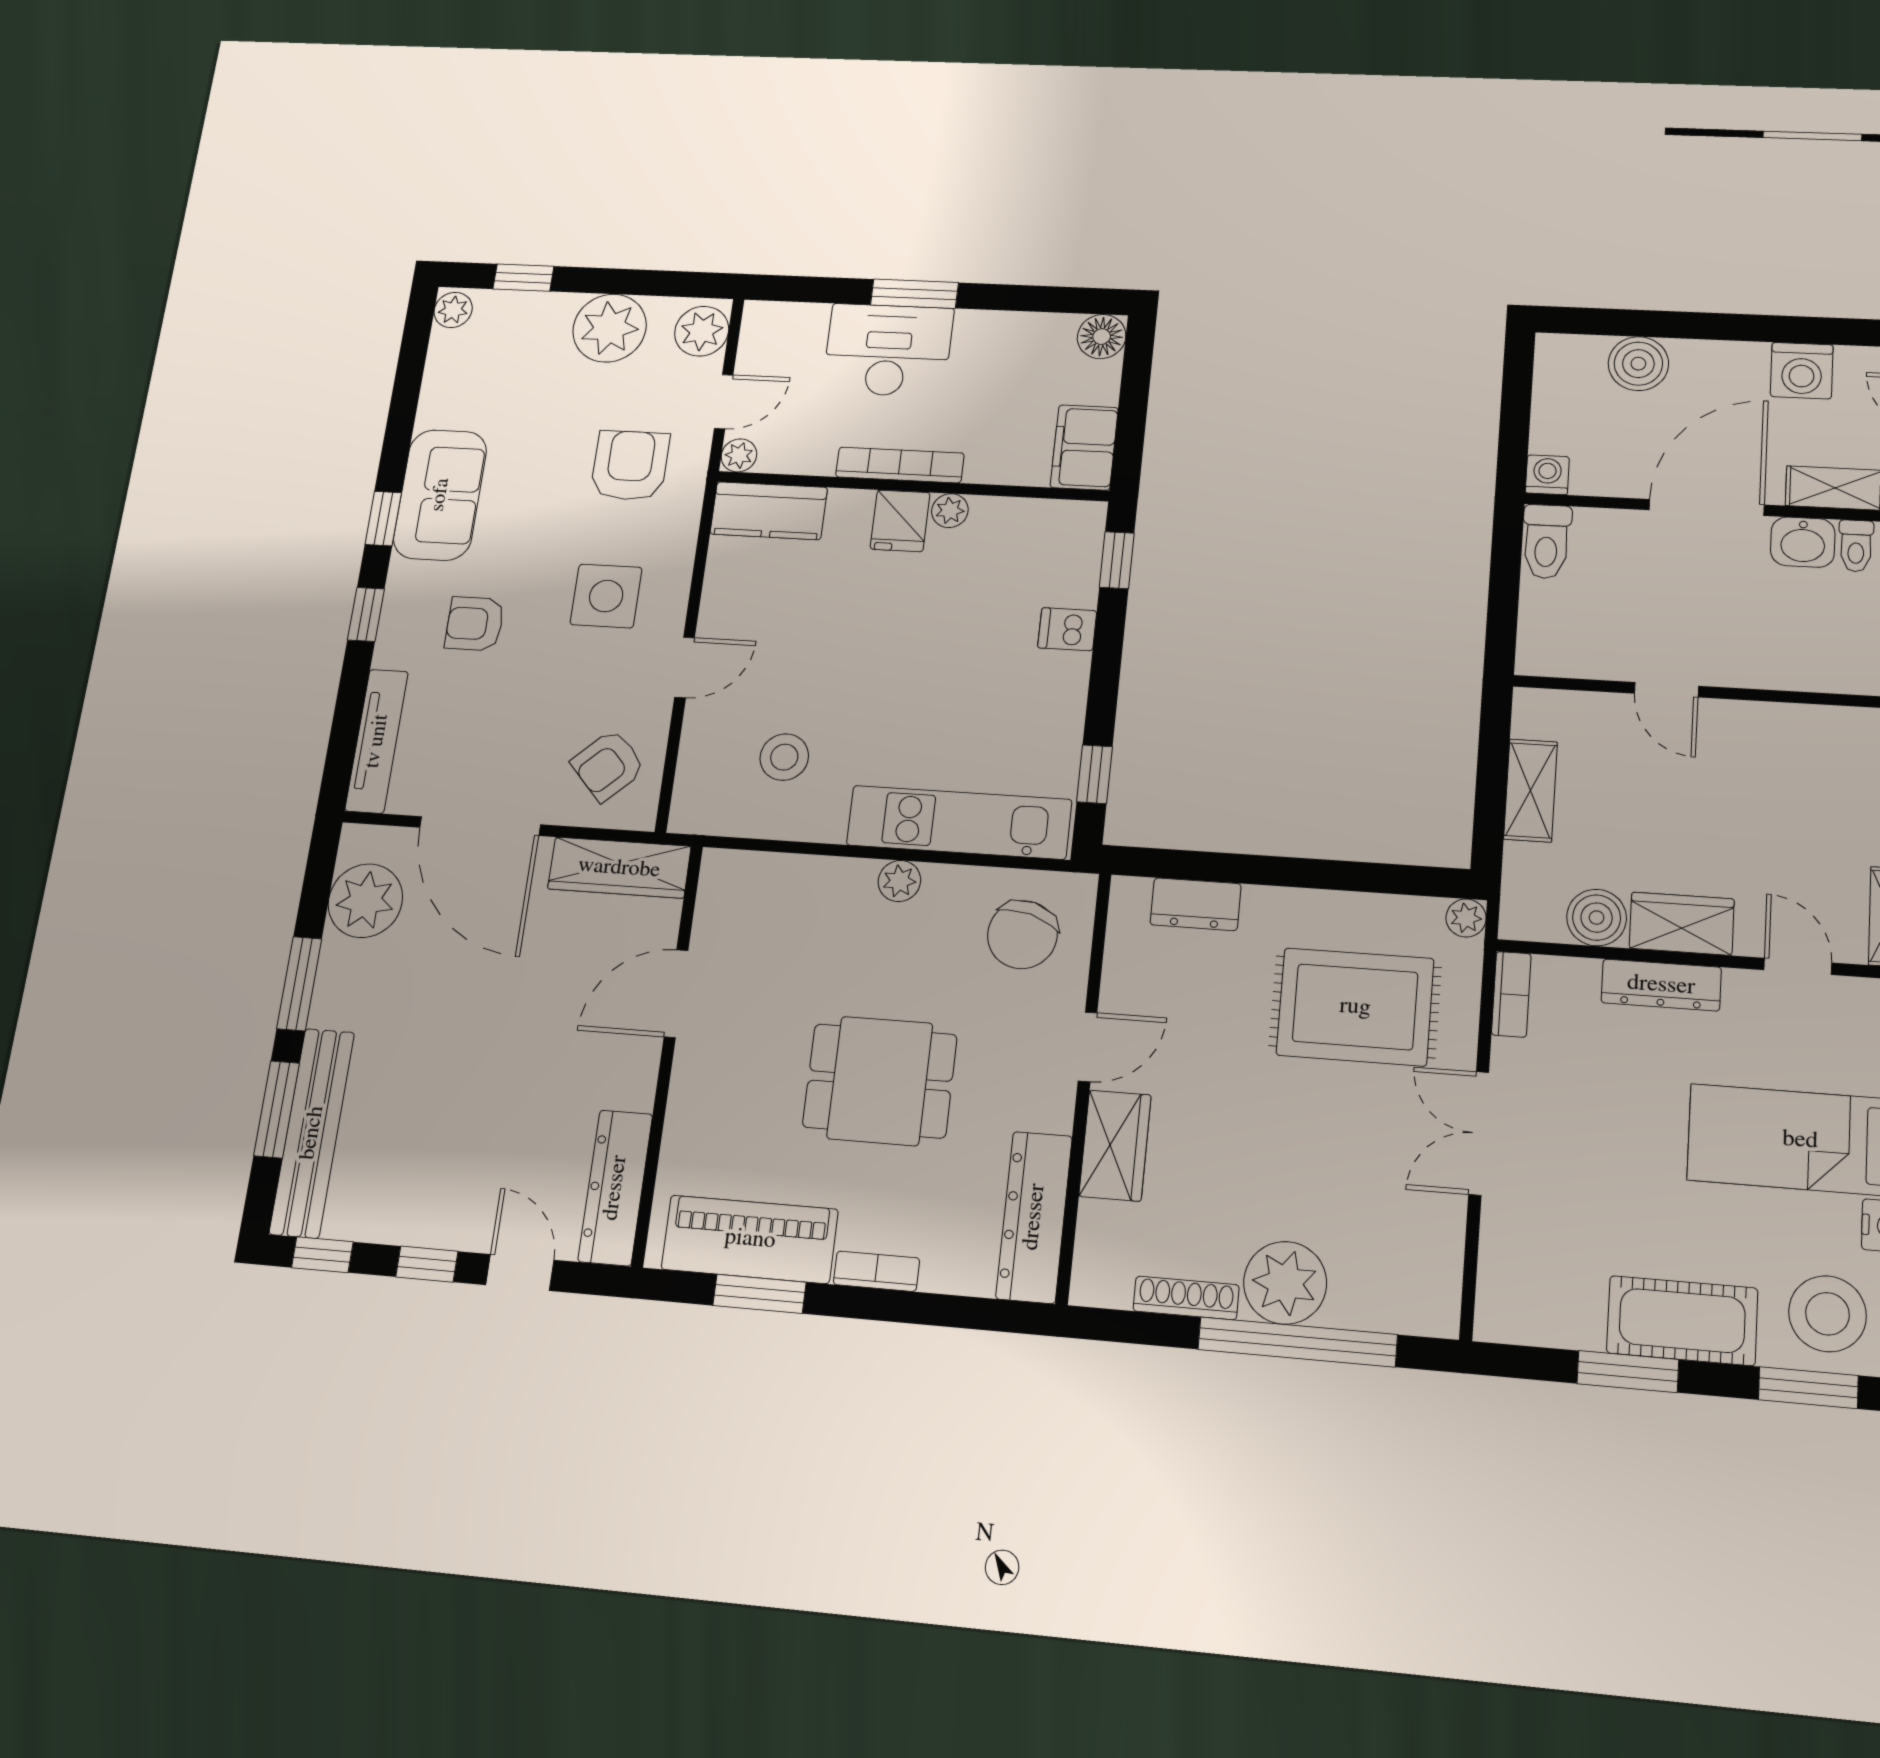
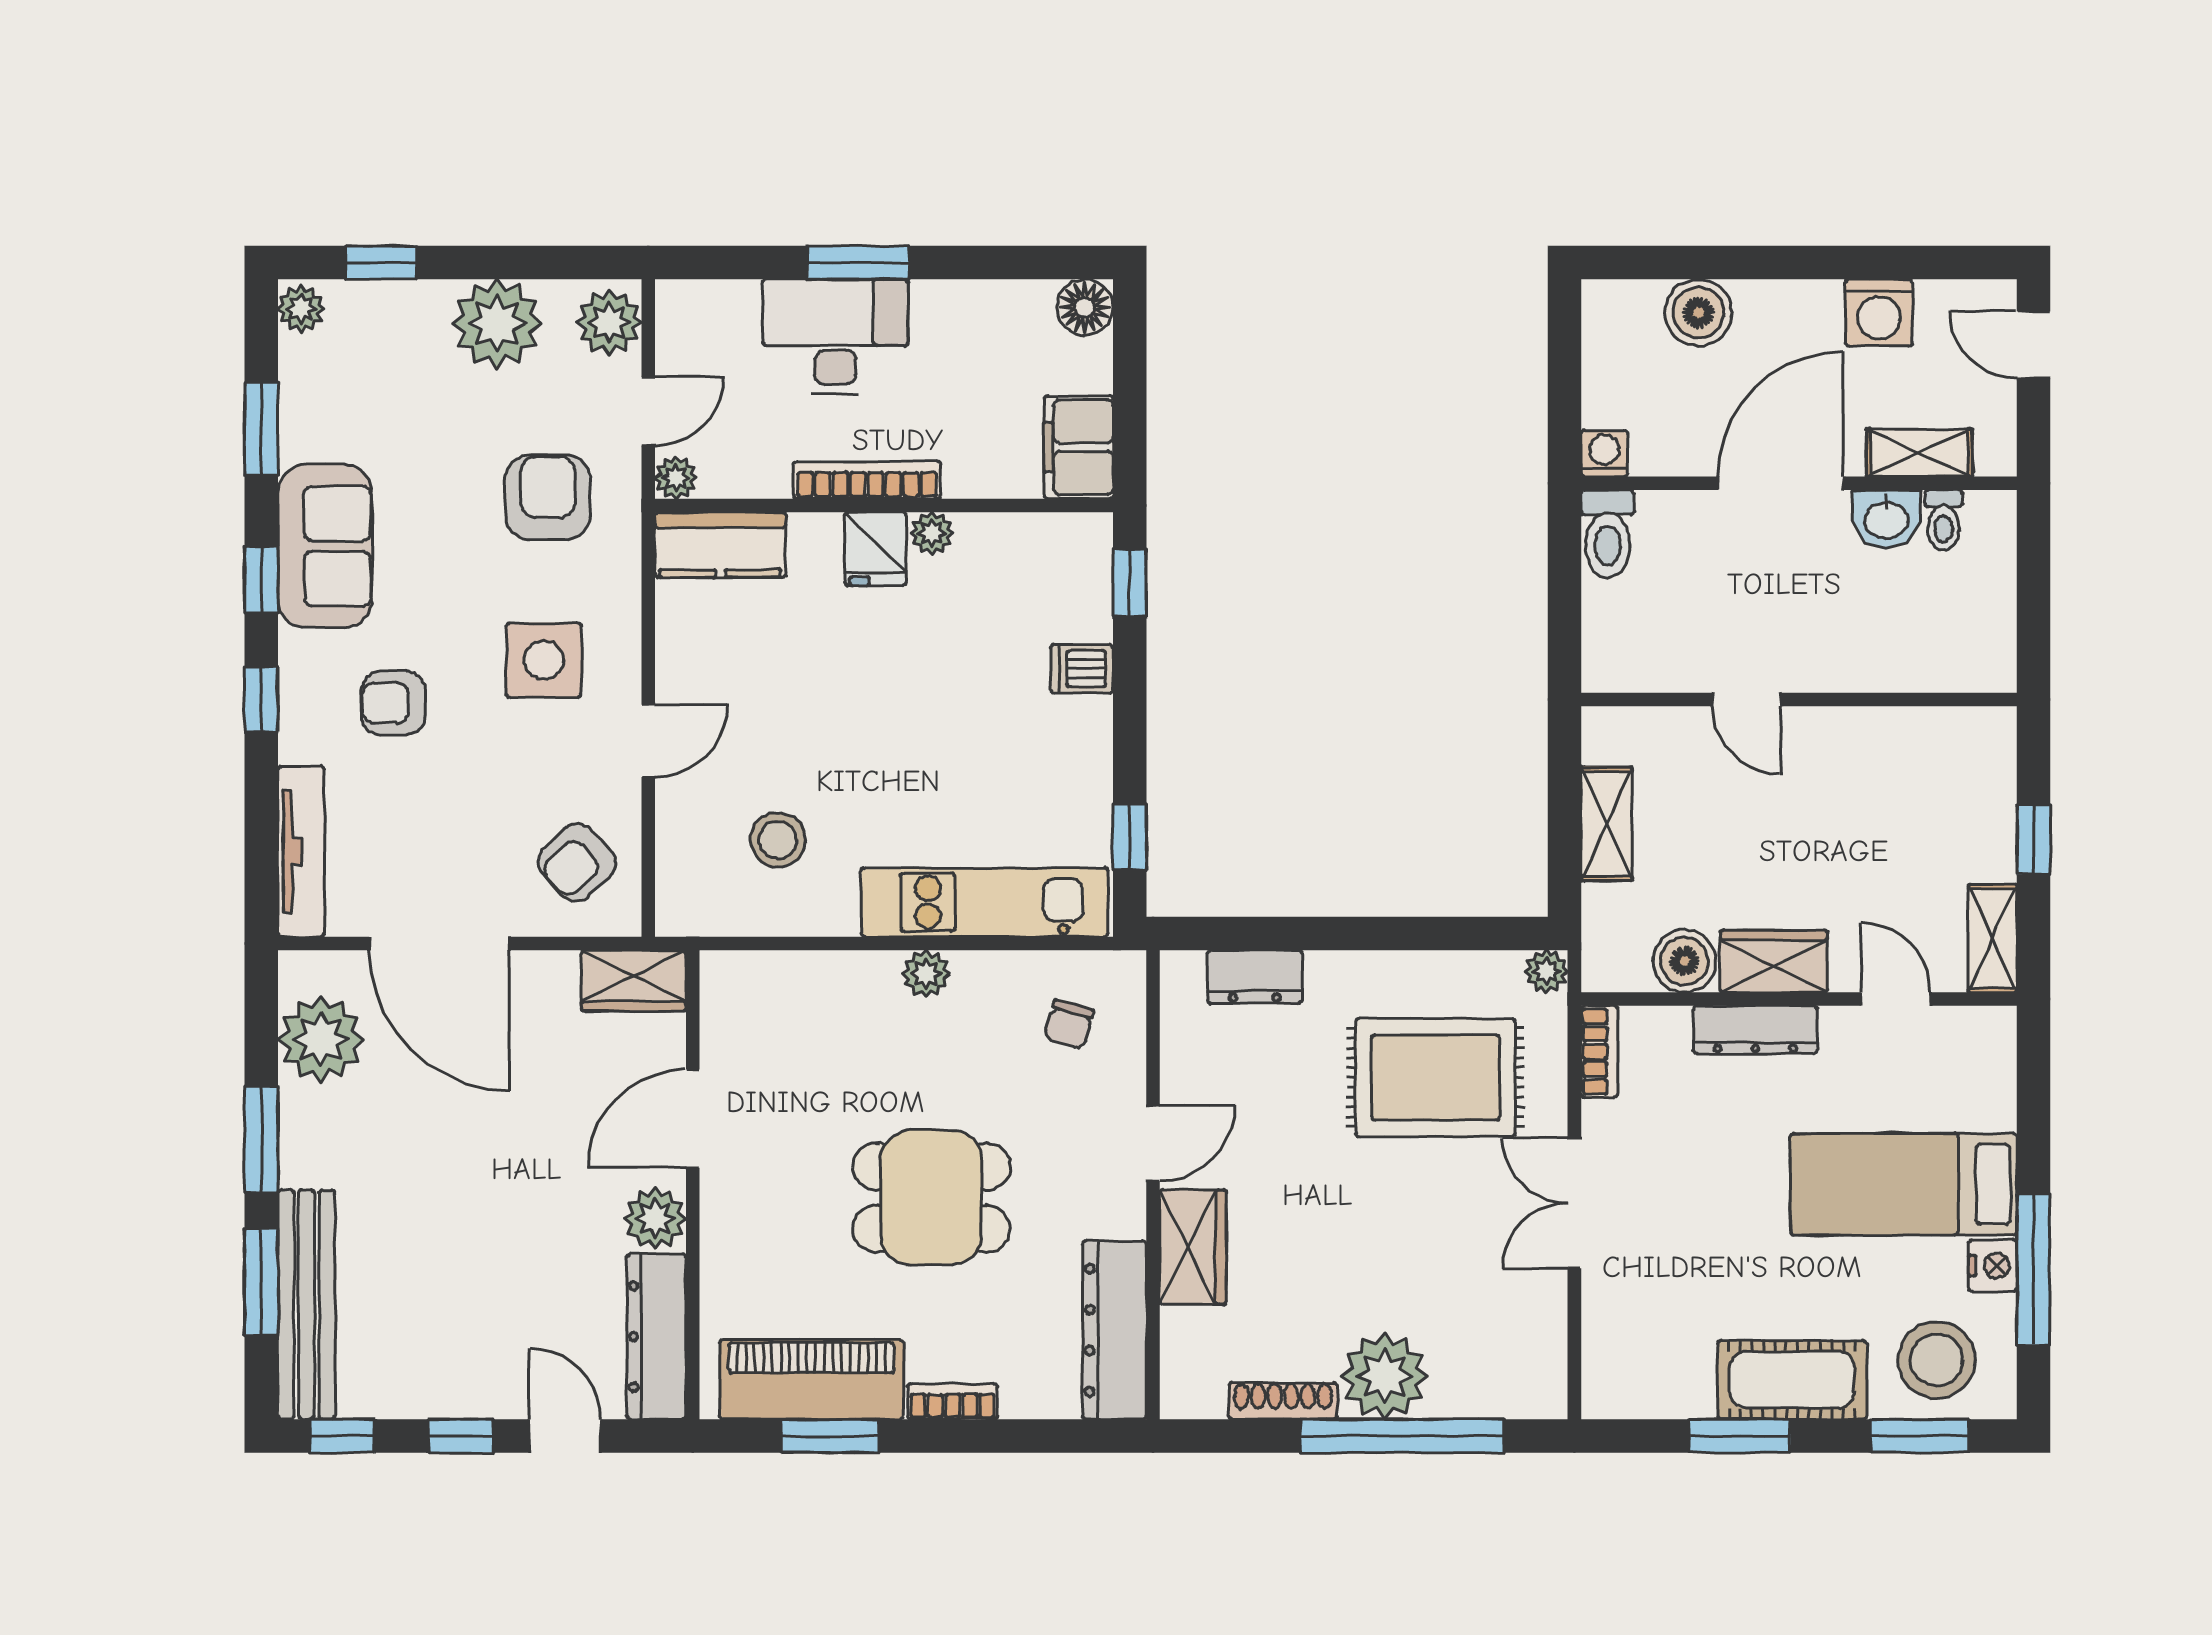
window: (405, 401) -> (261, 429), added
wardrobe: (619, 868) -> (634, 981), width x0.67
chair: (1022, 935) -> (1069, 1024), width x0.54, depth x0.54
plant: (630, 1080) -> (655, 1219), added

